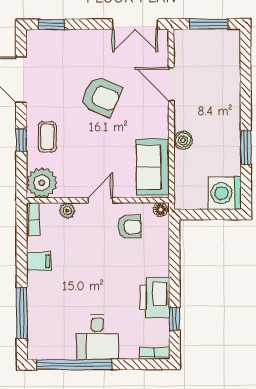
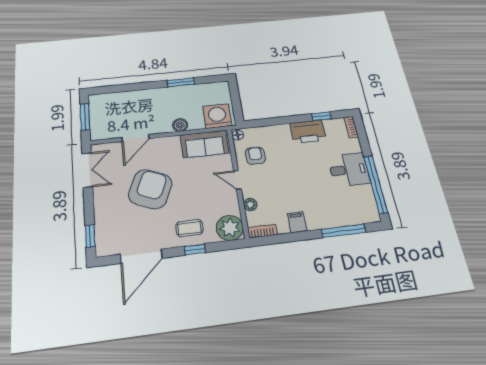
armchair: (101, 96) -> (150, 189), width x1.36, depth x1.36
washing machine: (225, 193) -> (217, 116), moved, turned 180

